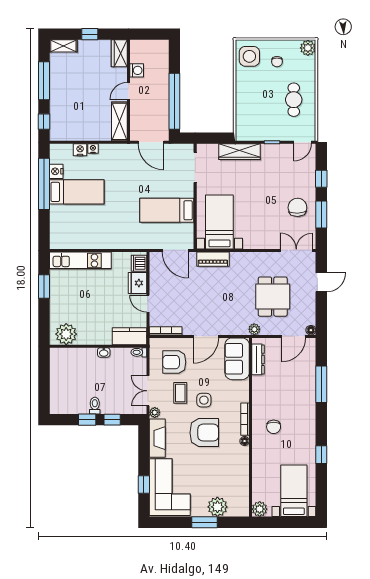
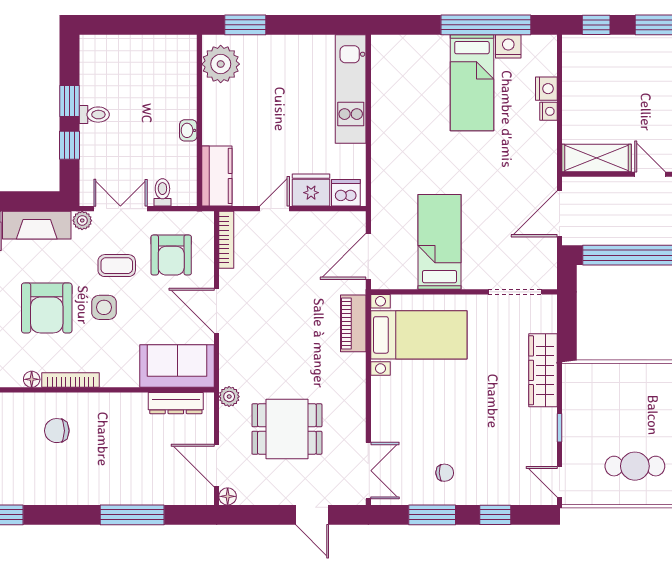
chair: (297, 207) -> (445, 473), width x0.54, depth x0.54
window: (44, 287) -> (245, 25), moved
toilet: (139, 352) -> (162, 192), moved
armchair: (174, 362) -> (171, 255), turned 180

